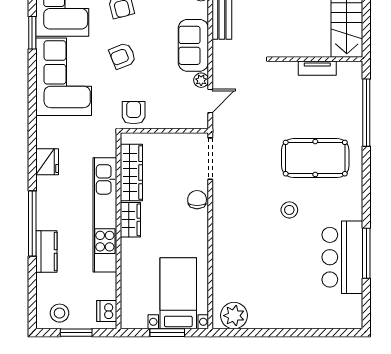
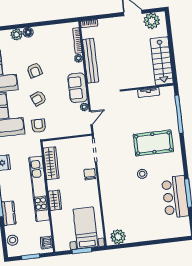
armchair: (134, 113) -> (39, 126), moved
wardrobe: (130, 220) -> (55, 200), moved
stool: (60, 313) -> (13, 240), moved

